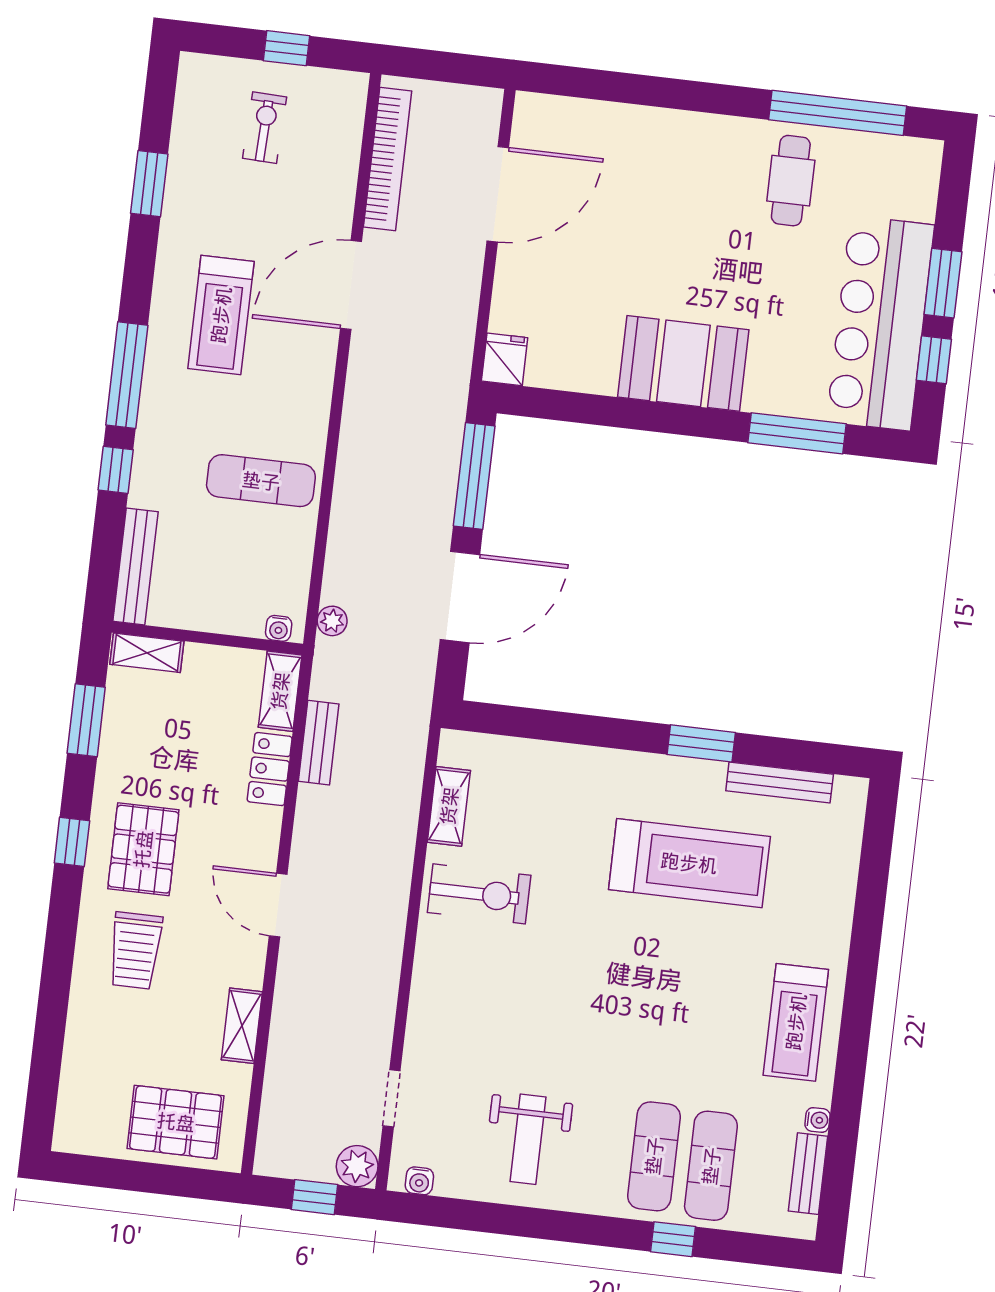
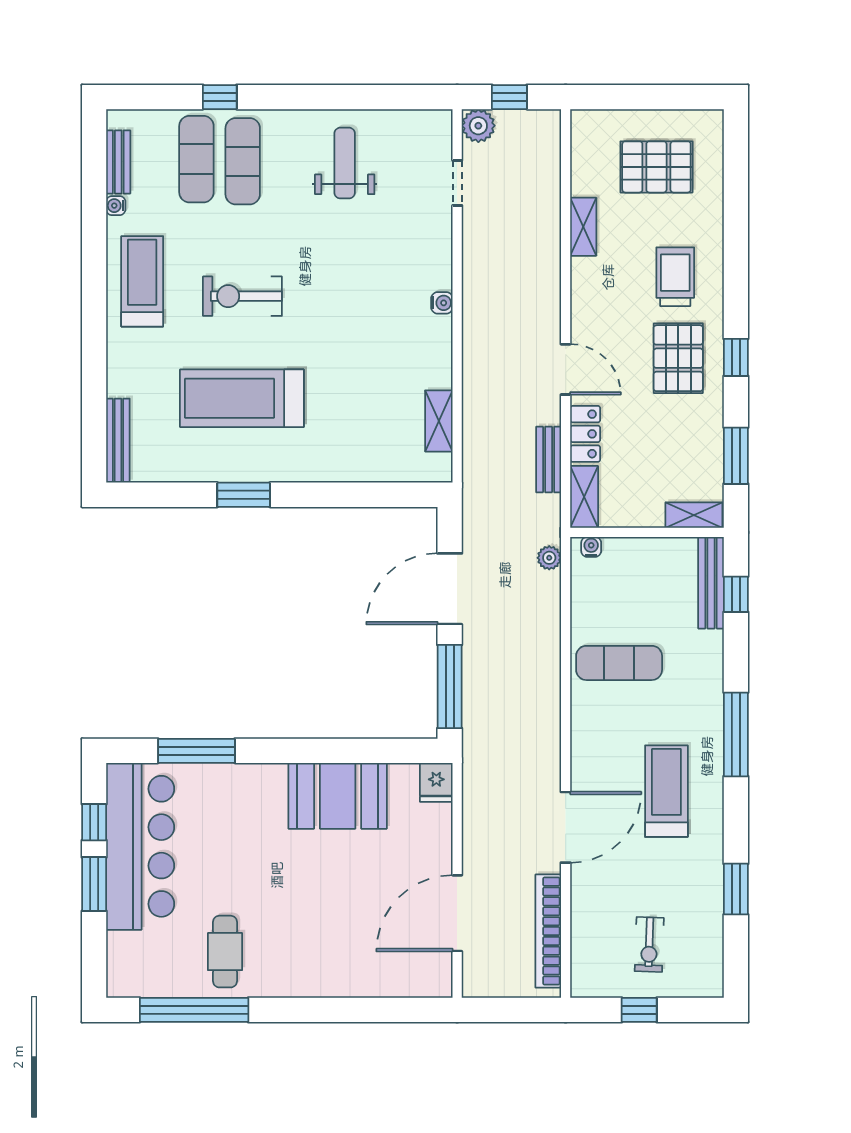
booth: (683, 363) -> (338, 796), moved
window: (116, 470) -> (736, 594), moved
bench: (780, 783) -> (118, 441), moved, turned 90
exercise bike: (479, 894) -> (242, 296), moved
door: (278, 905) -> (566, 369), moved
pallet: (176, 1122) -> (656, 167), moved
water cooler: (419, 1181) -> (442, 303), moved, turned 90

